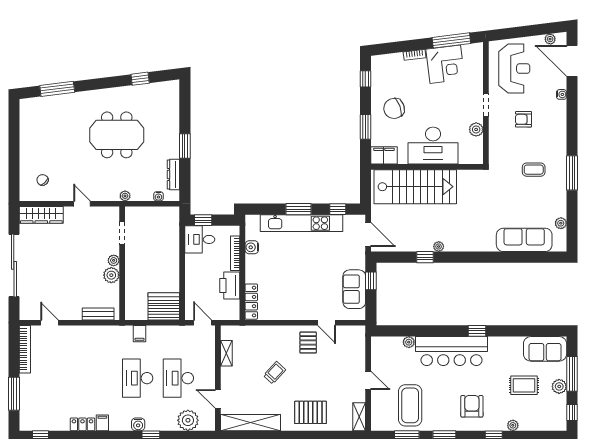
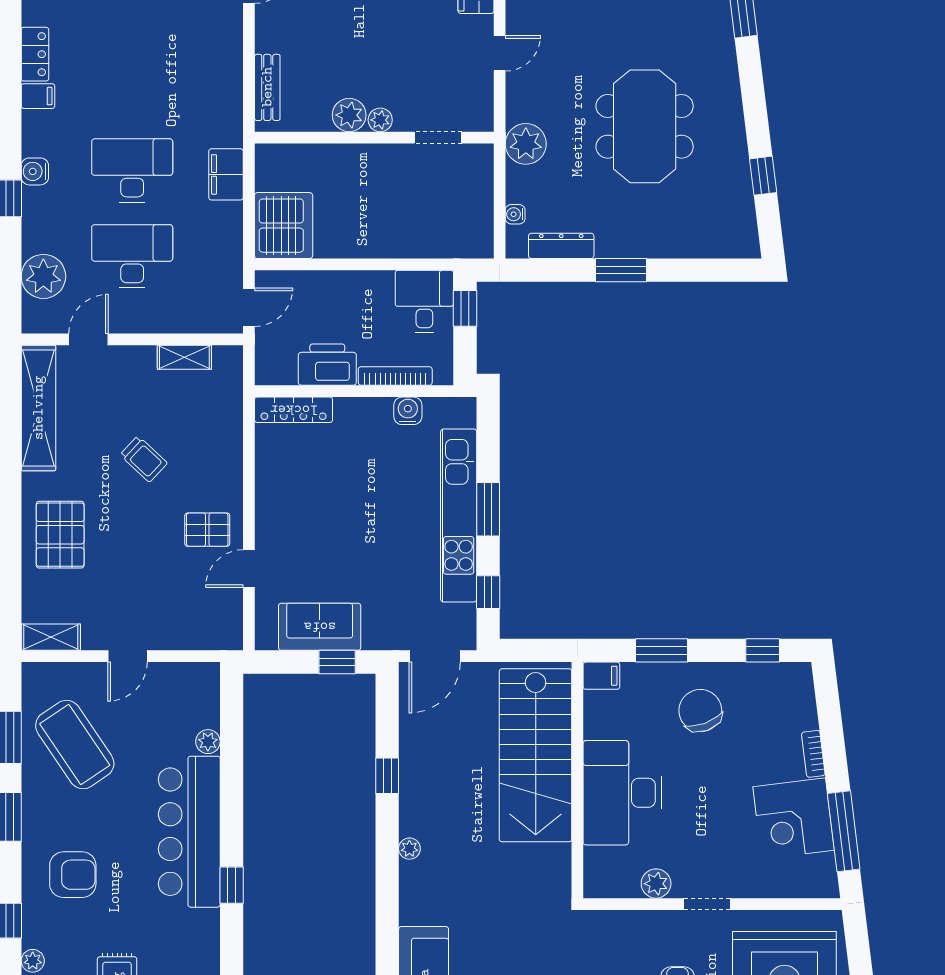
filing cabinet: (384, 155) -> (601, 676), width x0.50
plant: (125, 196) -> (526, 144), width x1.88, depth x1.88
plant: (439, 247) -> (409, 849), moved
filing cabinet: (140, 334) -> (226, 174), width x2.00
coffee table: (410, 405) -> (75, 745), turned 56

